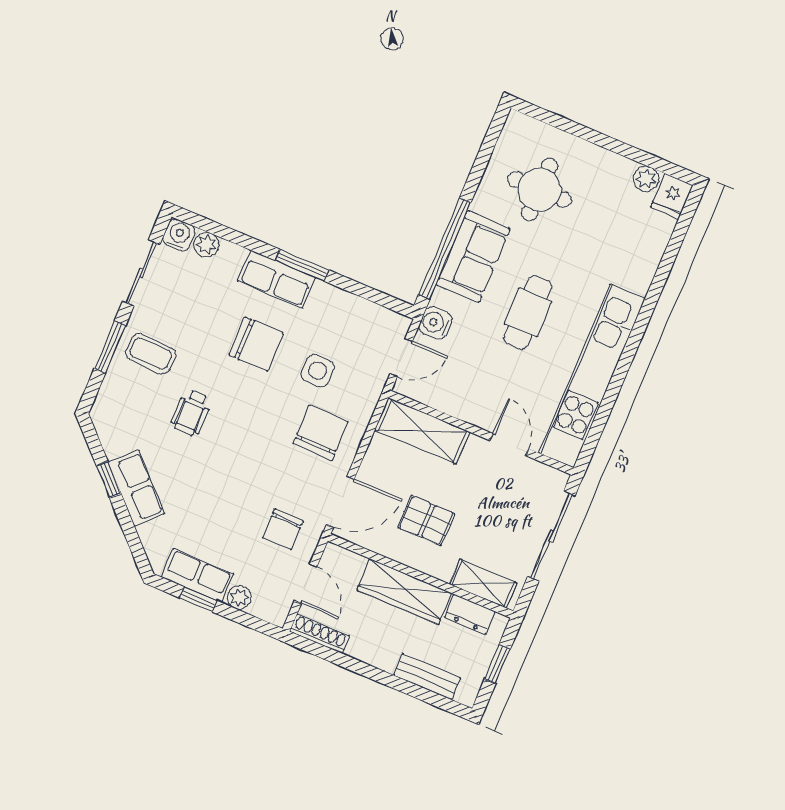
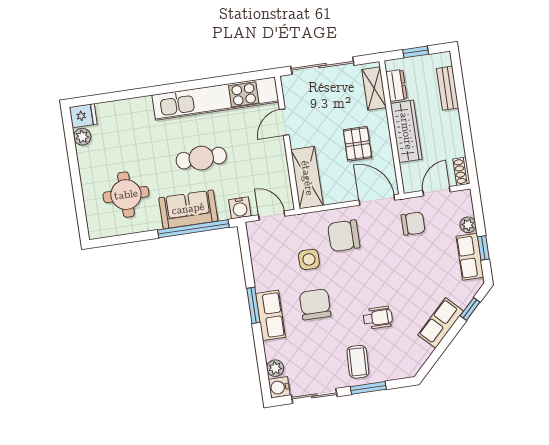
window: (109, 479) -> (470, 309), moved
shoe rack: (320, 634) -> (461, 171), width x0.70

